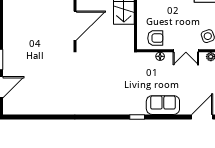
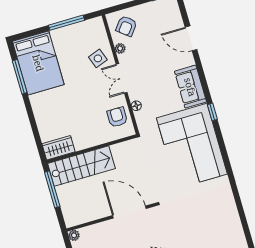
double door: (186, 51) -> (122, 78), swing flipped
corner sofa: (114, 92) -> (192, 146), added

